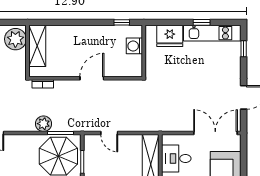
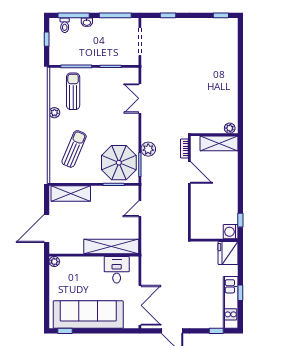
fridge: (170, 36) -> (228, 253), moved
plant: (15, 39) -> (230, 128), width x0.53, depth x0.53
washing machine: (134, 46) -> (231, 232), moved, turned -90
door: (92, 78) -> (189, 172), moved

